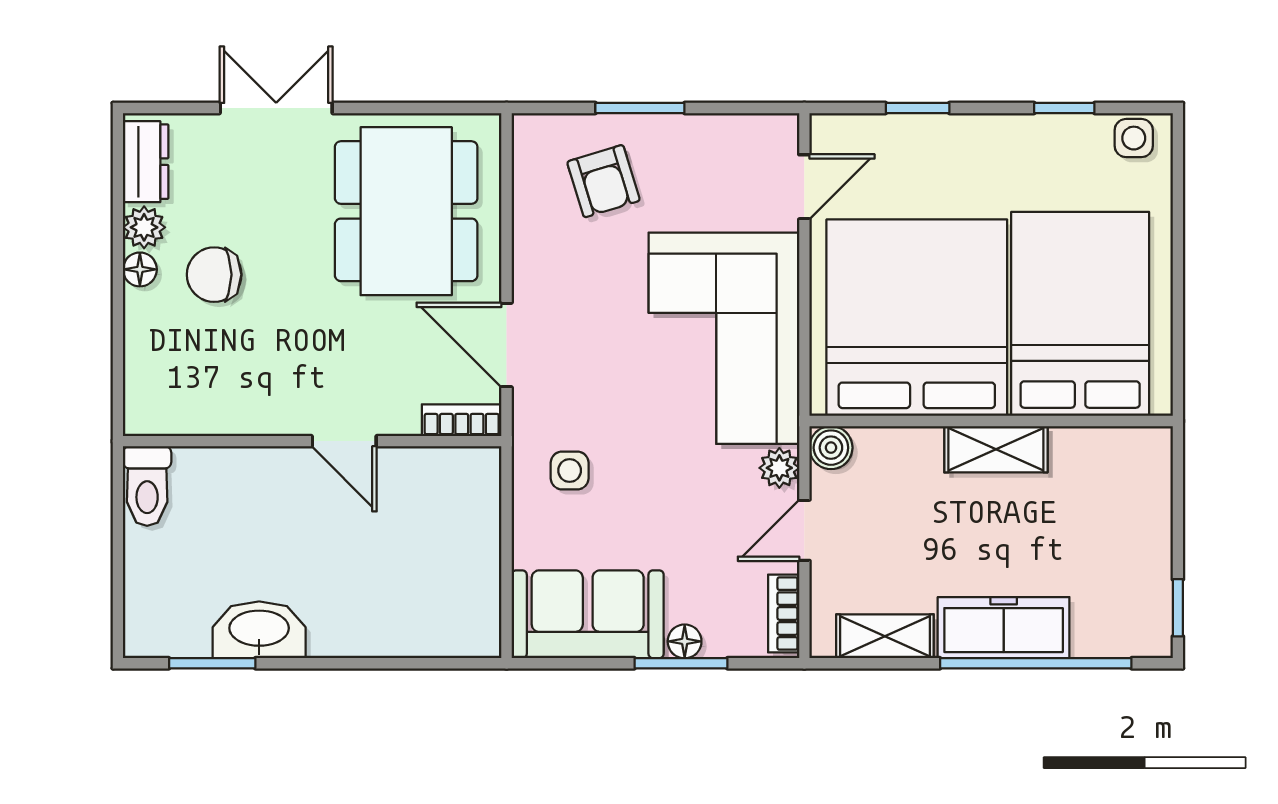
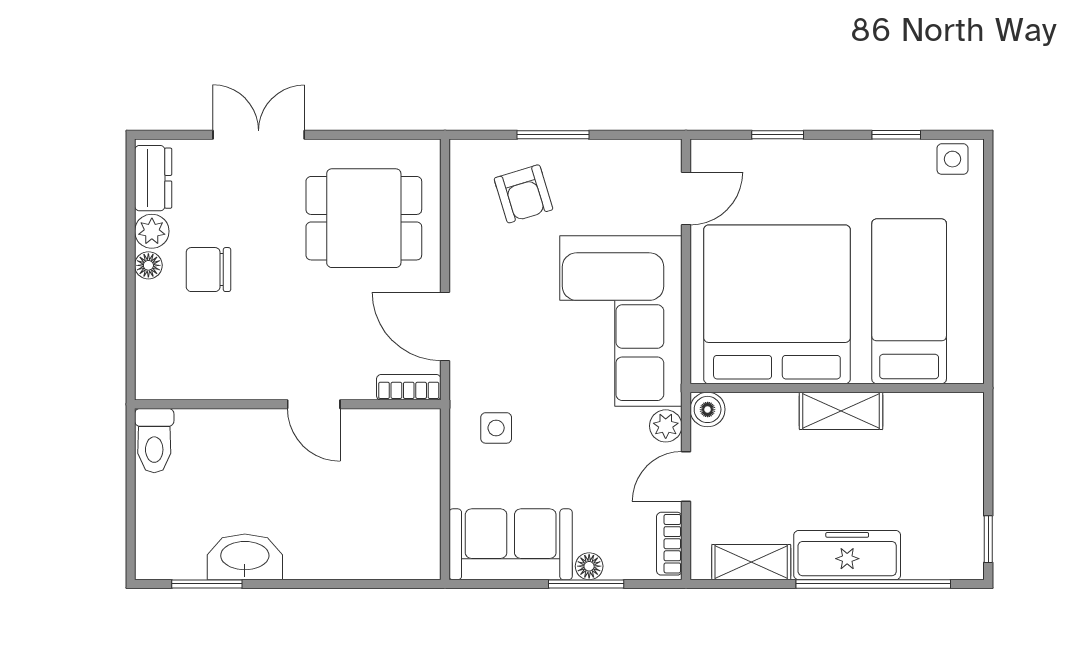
dining table: (406, 211) -> (364, 218), width x0.73
bed: (1080, 314) -> (909, 301), width x0.67

